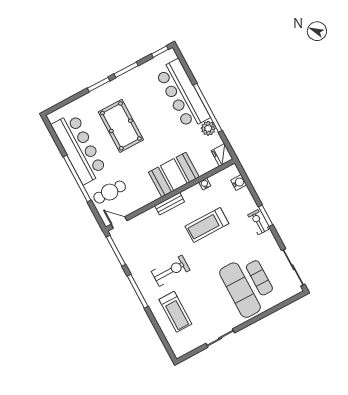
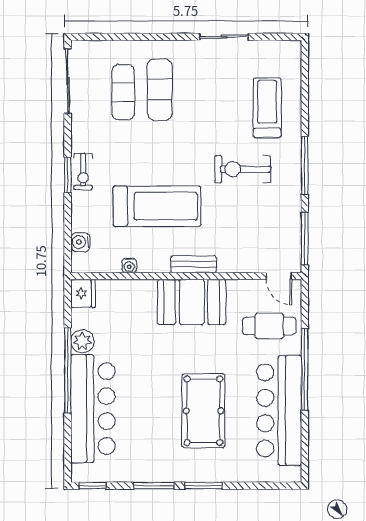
booth: (174, 175) -> (192, 302), moved
treadmill: (207, 225) -> (157, 206), width x1.37, depth x1.38
exercise mat: (240, 290) -> (160, 90), width x0.73, depth x0.69

